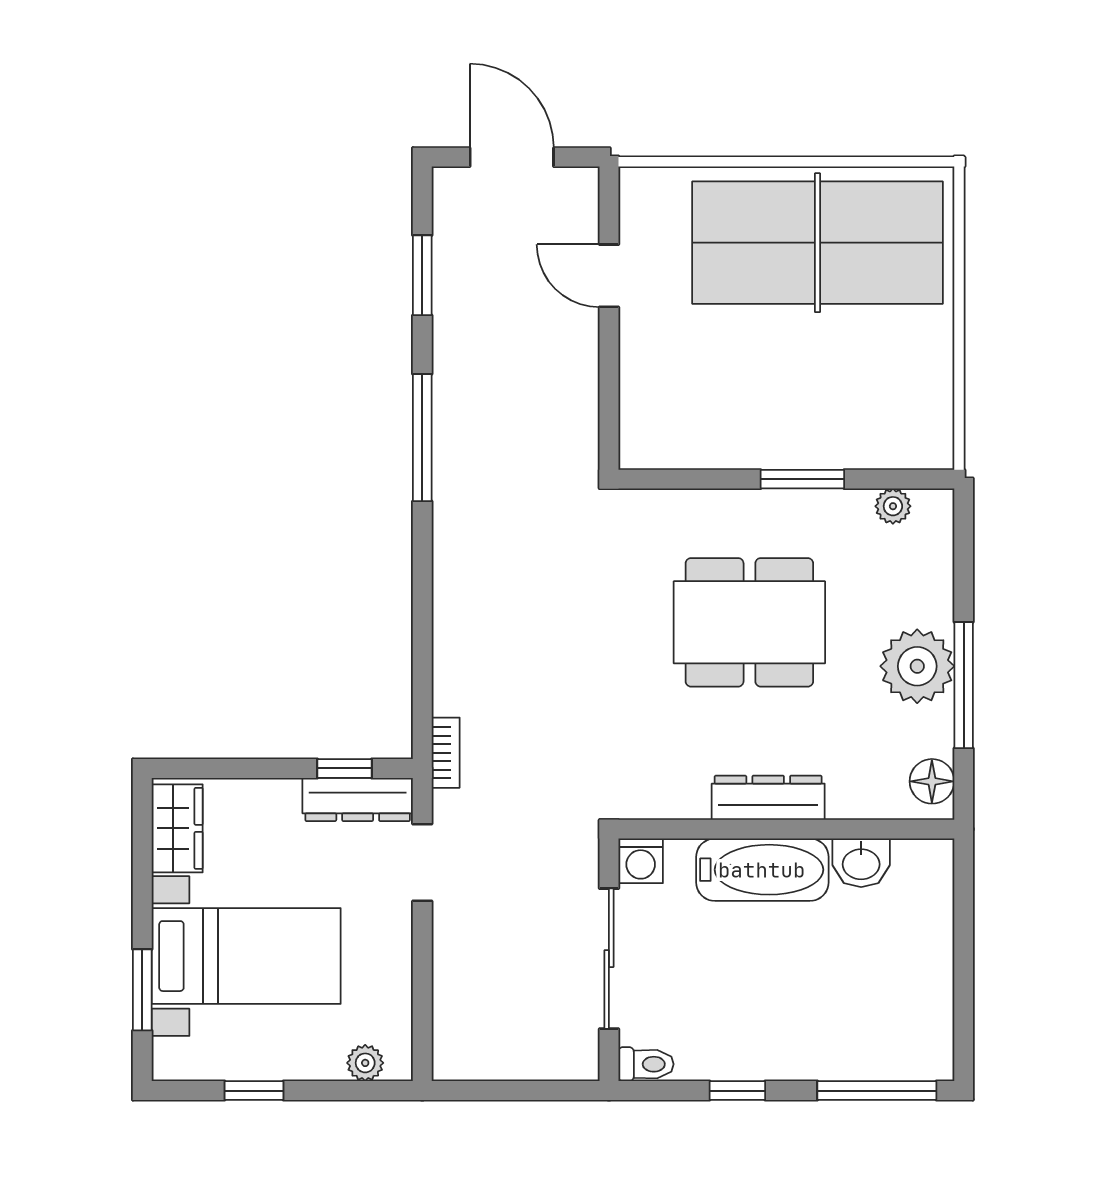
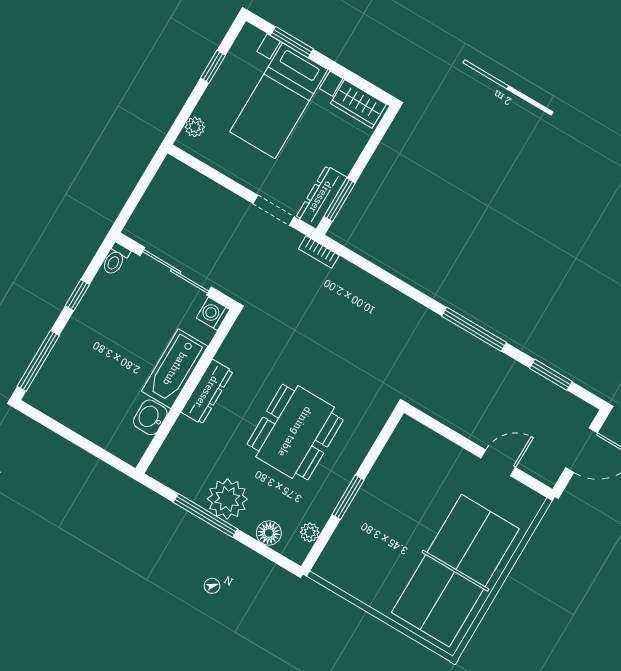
window: (344, 768) -> (340, 200), width x1.50
floor lamp: (932, 781) -> (269, 533), moved

